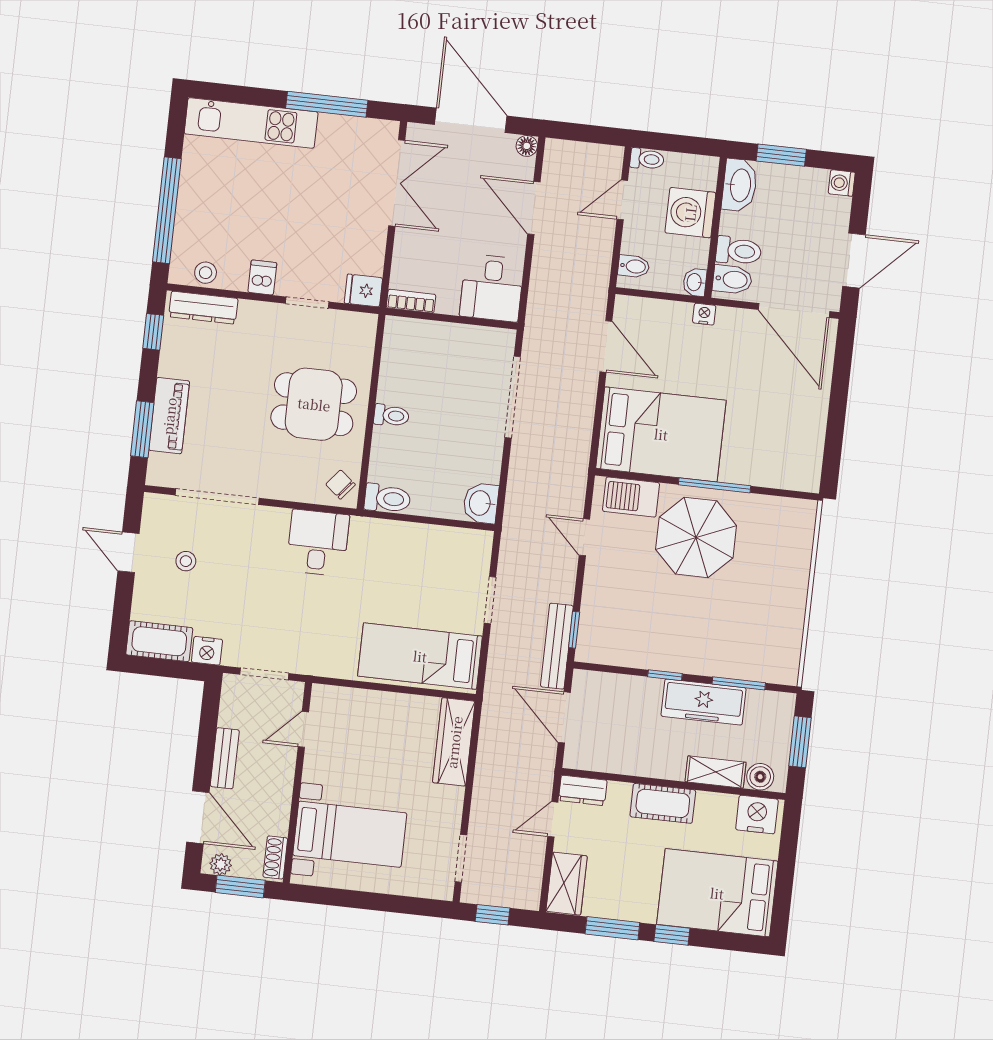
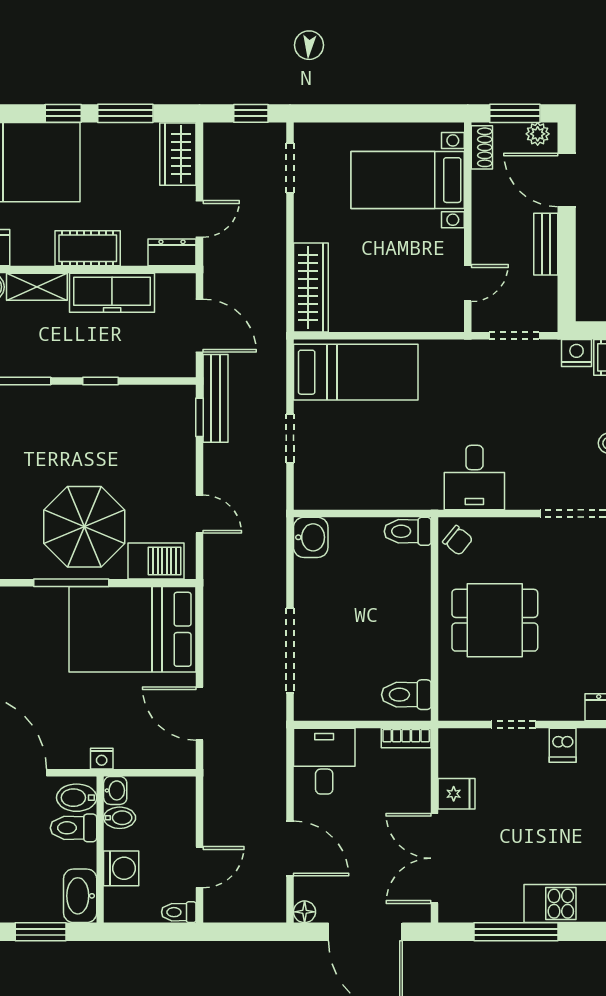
washing machine: (690, 213) -> (121, 868), width x0.73, depth x0.73
bidet: (634, 266) -> (120, 818), moved, turned 180
fridge: (363, 290) -> (457, 794), moved
toilet: (391, 416) -> (406, 695), moved, width x1.37, depth x1.39
freezer: (704, 702) -> (112, 293), moved, turned 180

